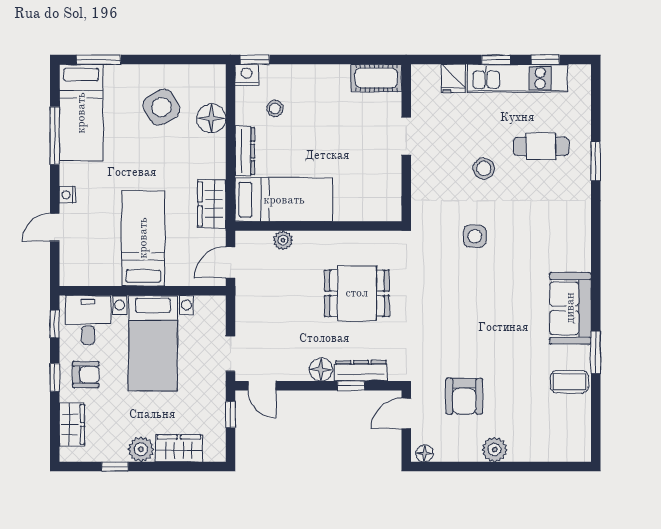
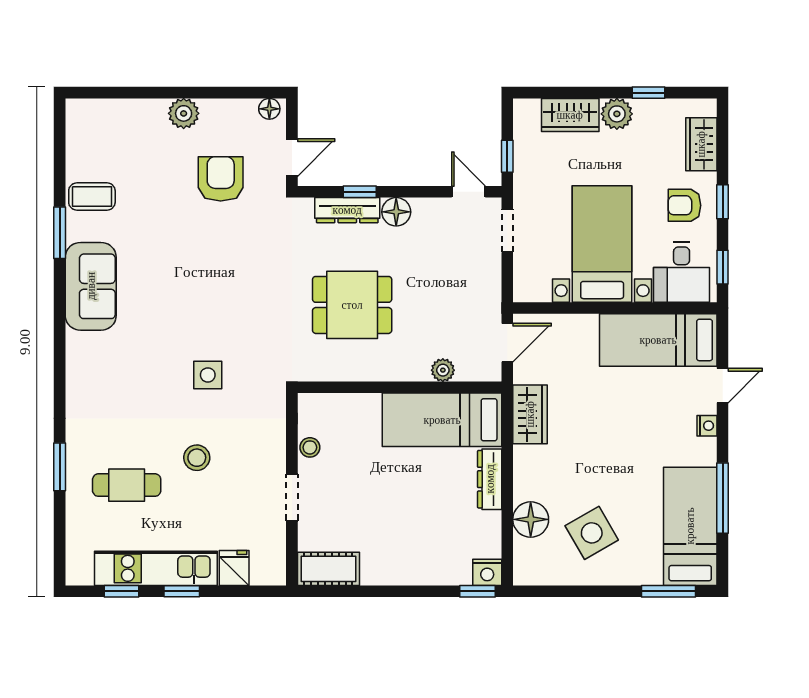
stool: (275, 109) -> (310, 447), moved
bed: (143, 238) -> (658, 340), moved, turned 90

